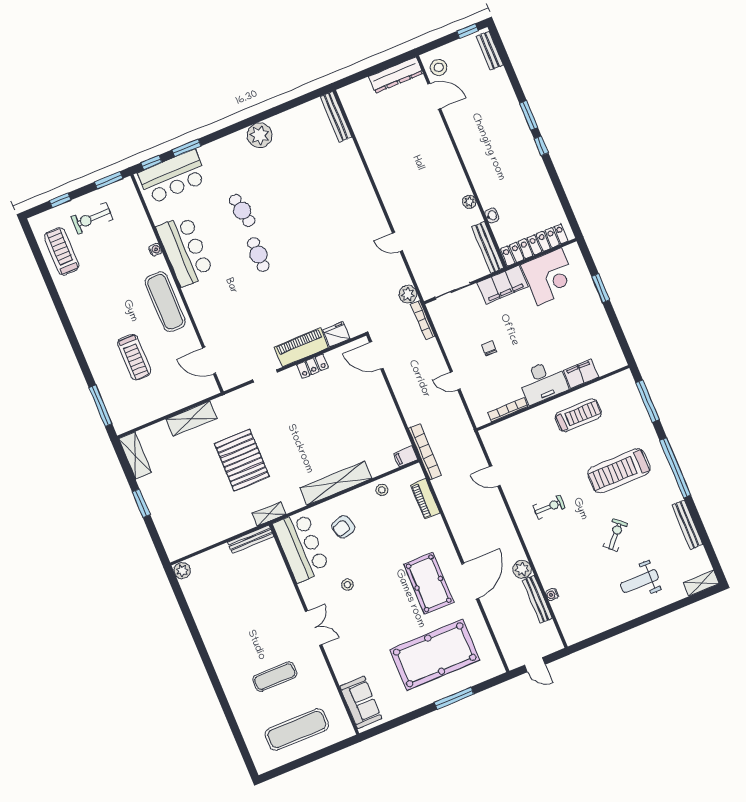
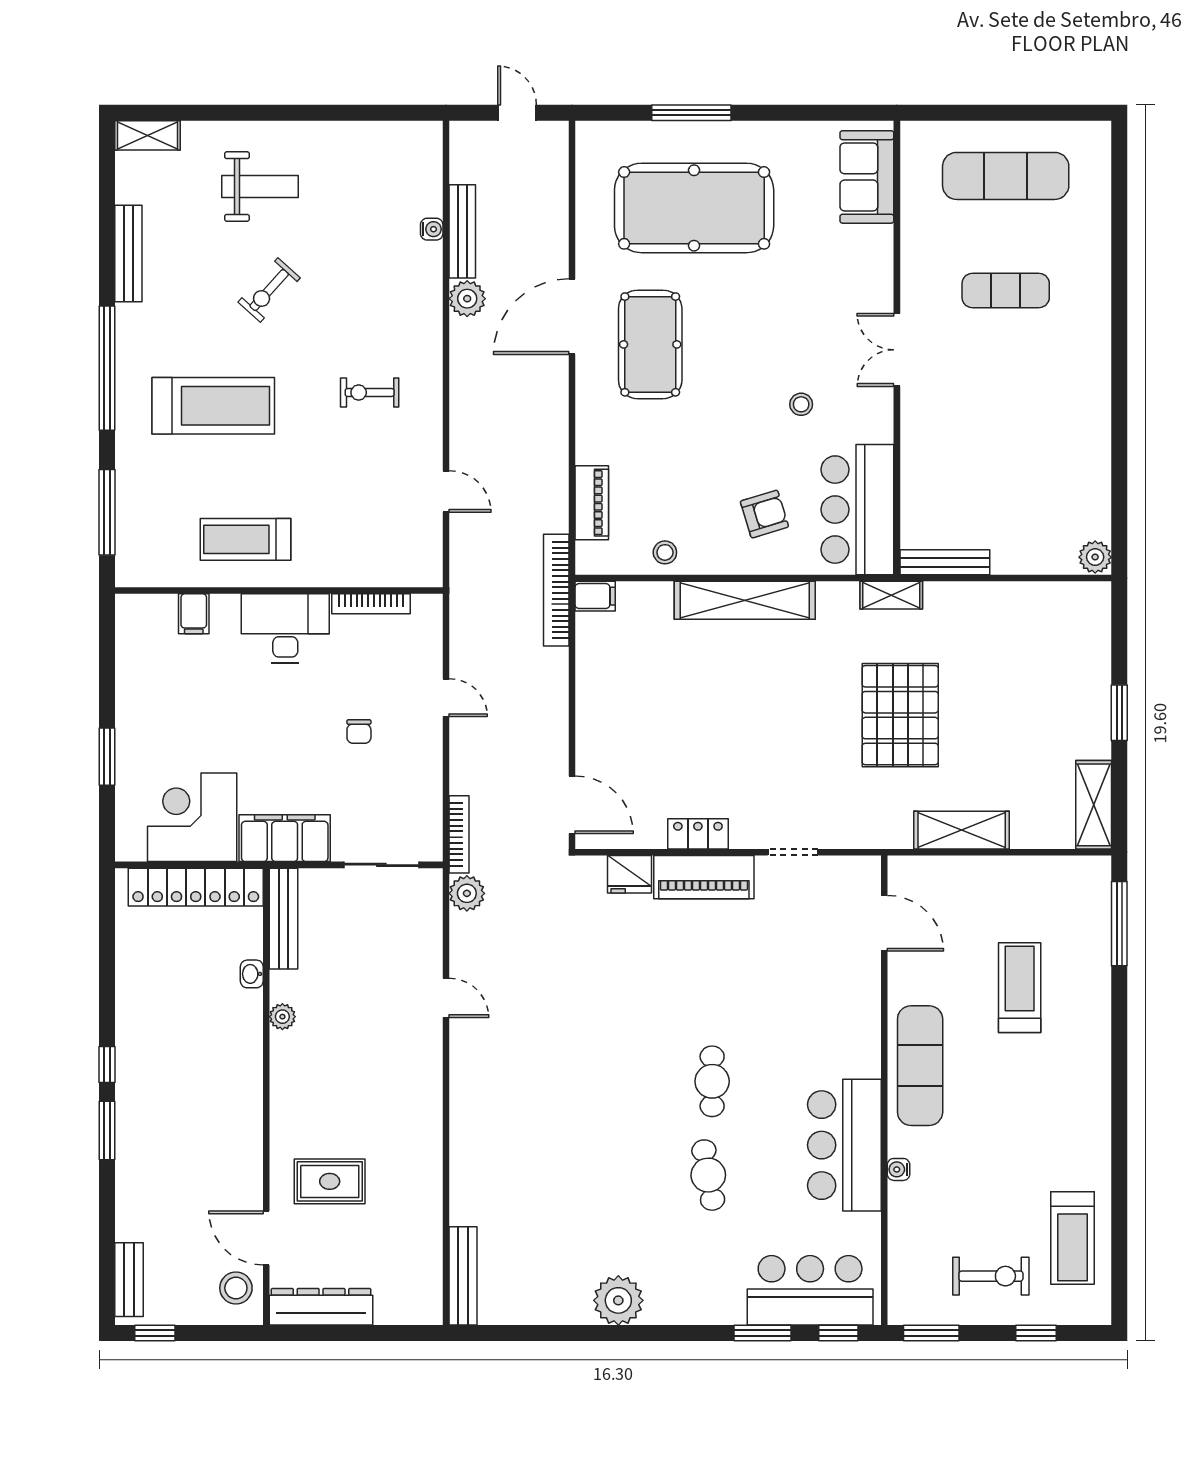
rug: (416, 135) -> (330, 1181), added
filing cabinet: (581, 374) -> (194, 614), width x0.50

